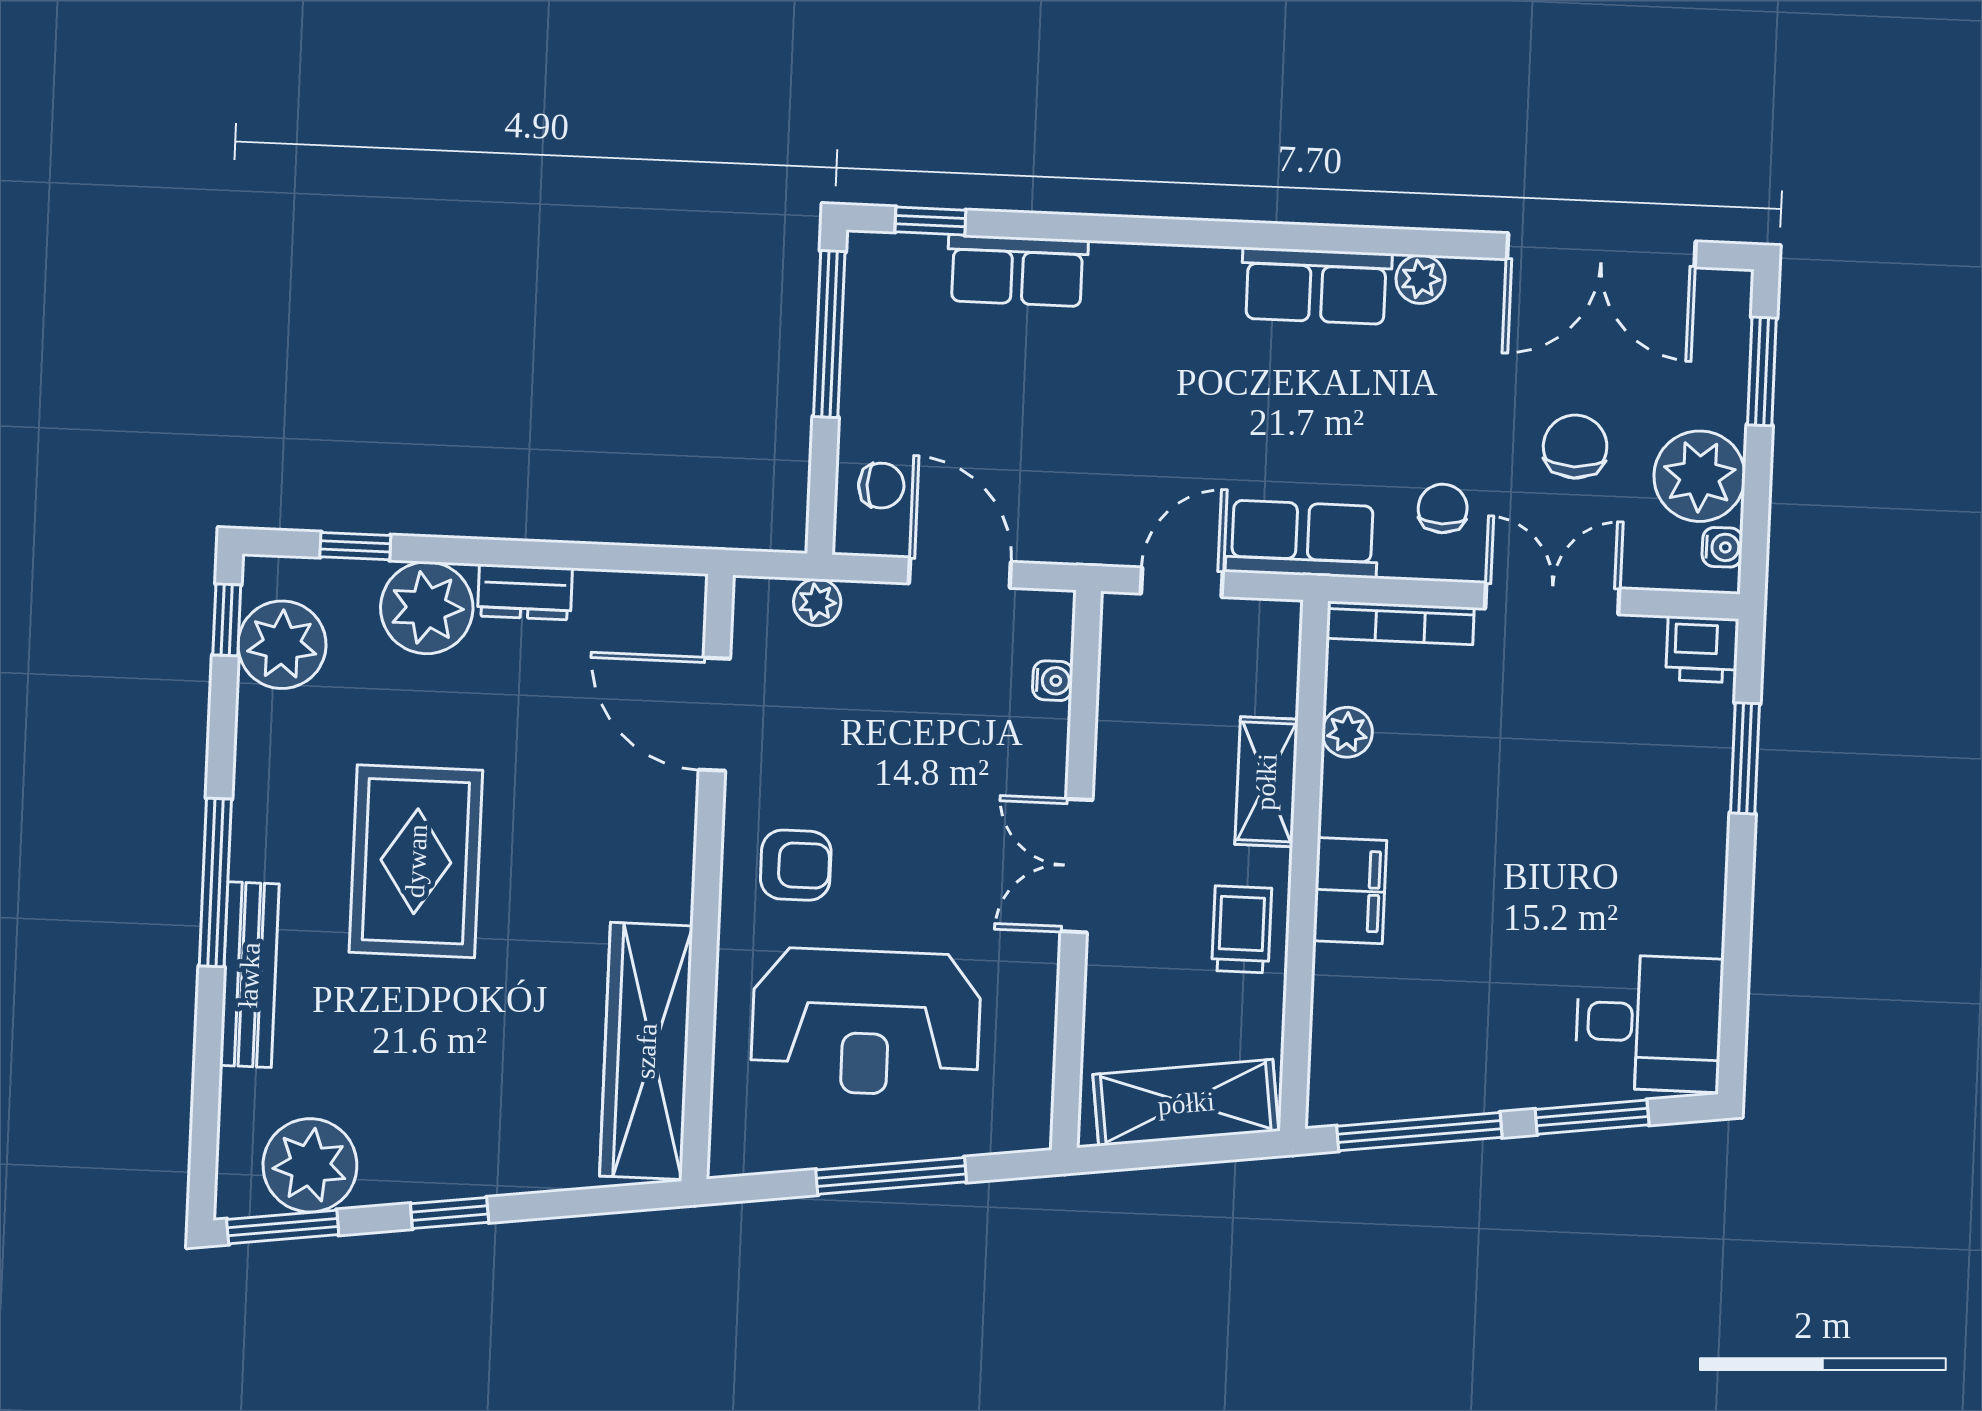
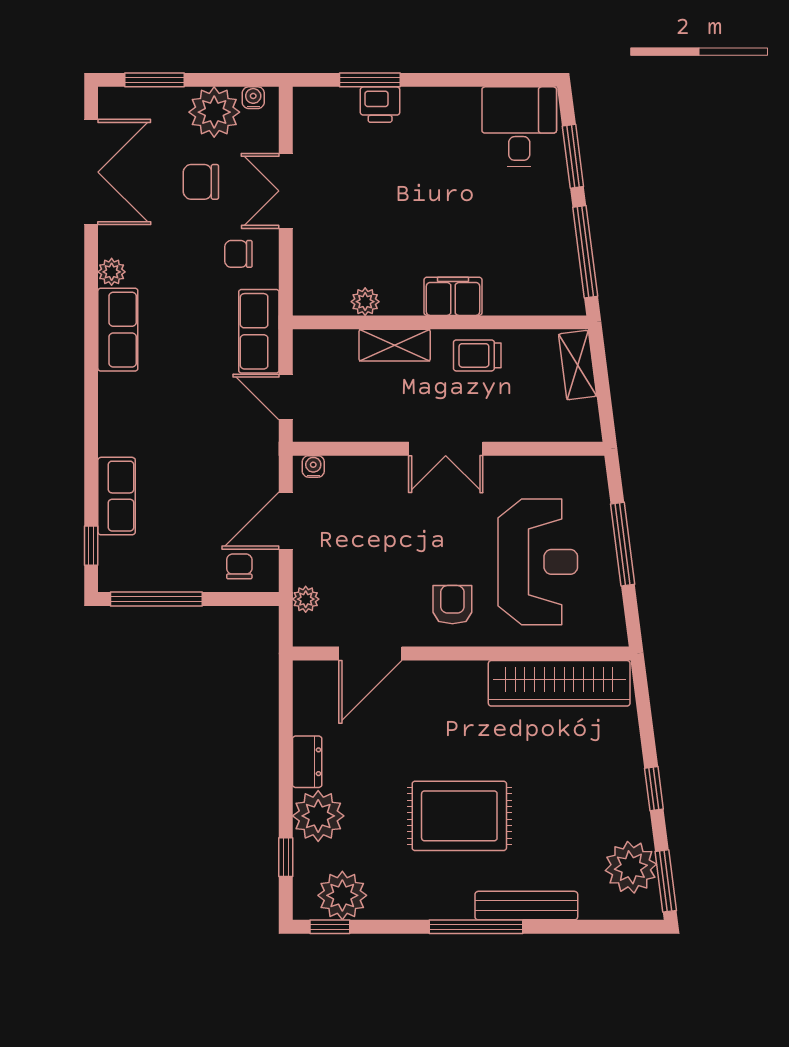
bookcase: (1400, 623) -> (303, 275), removed
printer: (1702, 649) -> (380, 105), moved, turned 90
water cooler: (1053, 681) -> (313, 466), moved
shelving: (1186, 1103) -> (578, 365), width x0.67, depth x0.75

